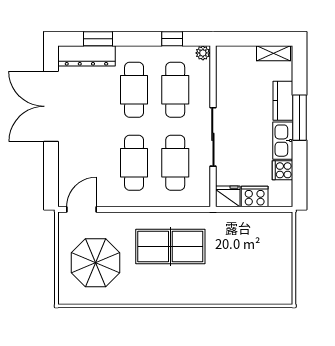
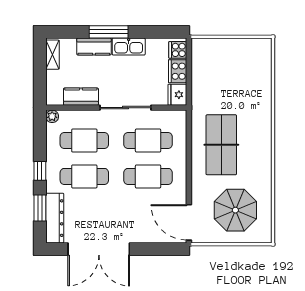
window: (172, 39) -> (40, 171), moved
kitchen counter: (225, 86) -> (81, 97), added
cooker: (282, 170) -> (178, 50), moved, turned 90
door: (82, 209) -> (189, 222), width x1.36

